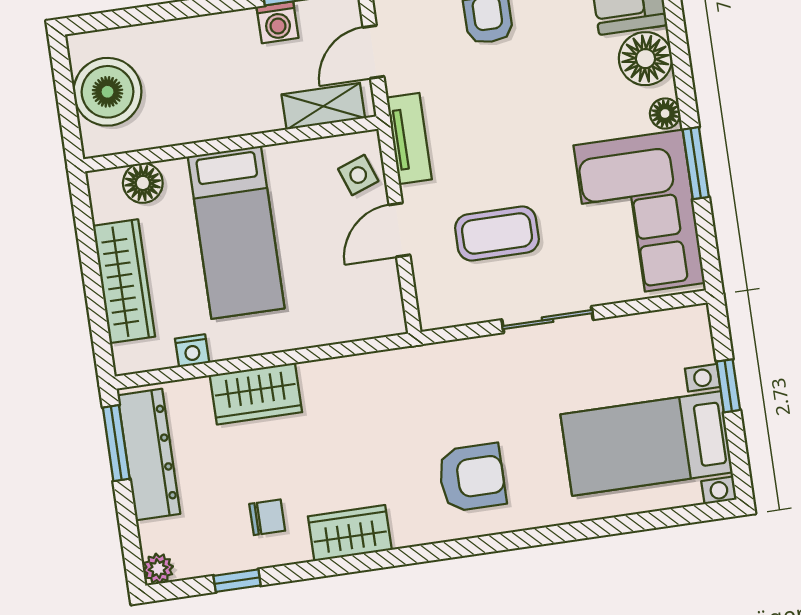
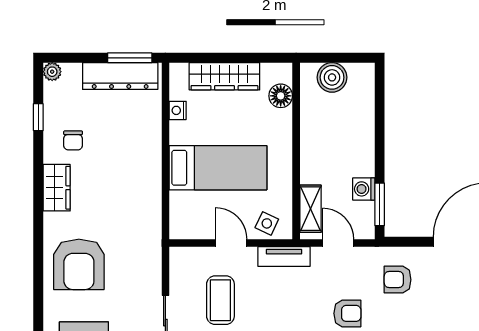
boiler: (107, 92) -> (332, 77), width x0.73, depth x0.73
side table: (358, 175) -> (267, 223), turned 45
bed: (236, 232) -> (218, 168), moved, turned 180
wardrobe: (256, 394) -> (147, 144), removed
armchair: (472, 477) -> (79, 264), width x1.36, depth x1.36

